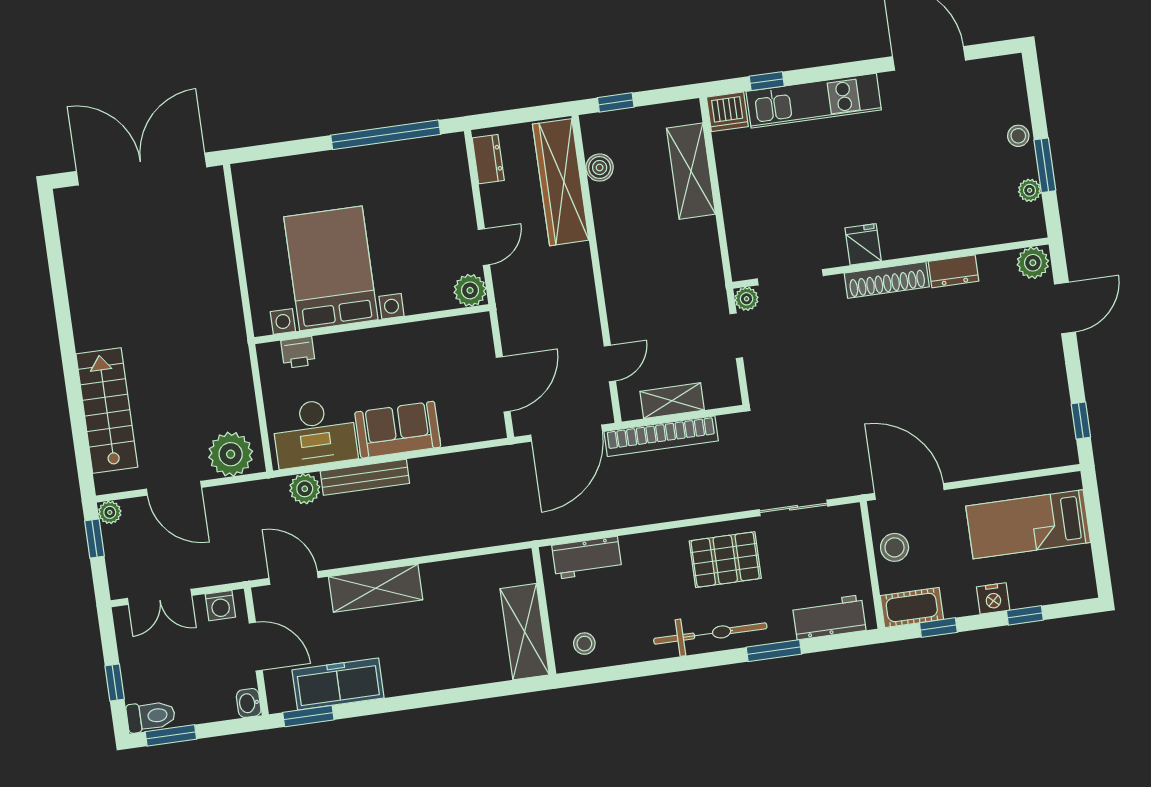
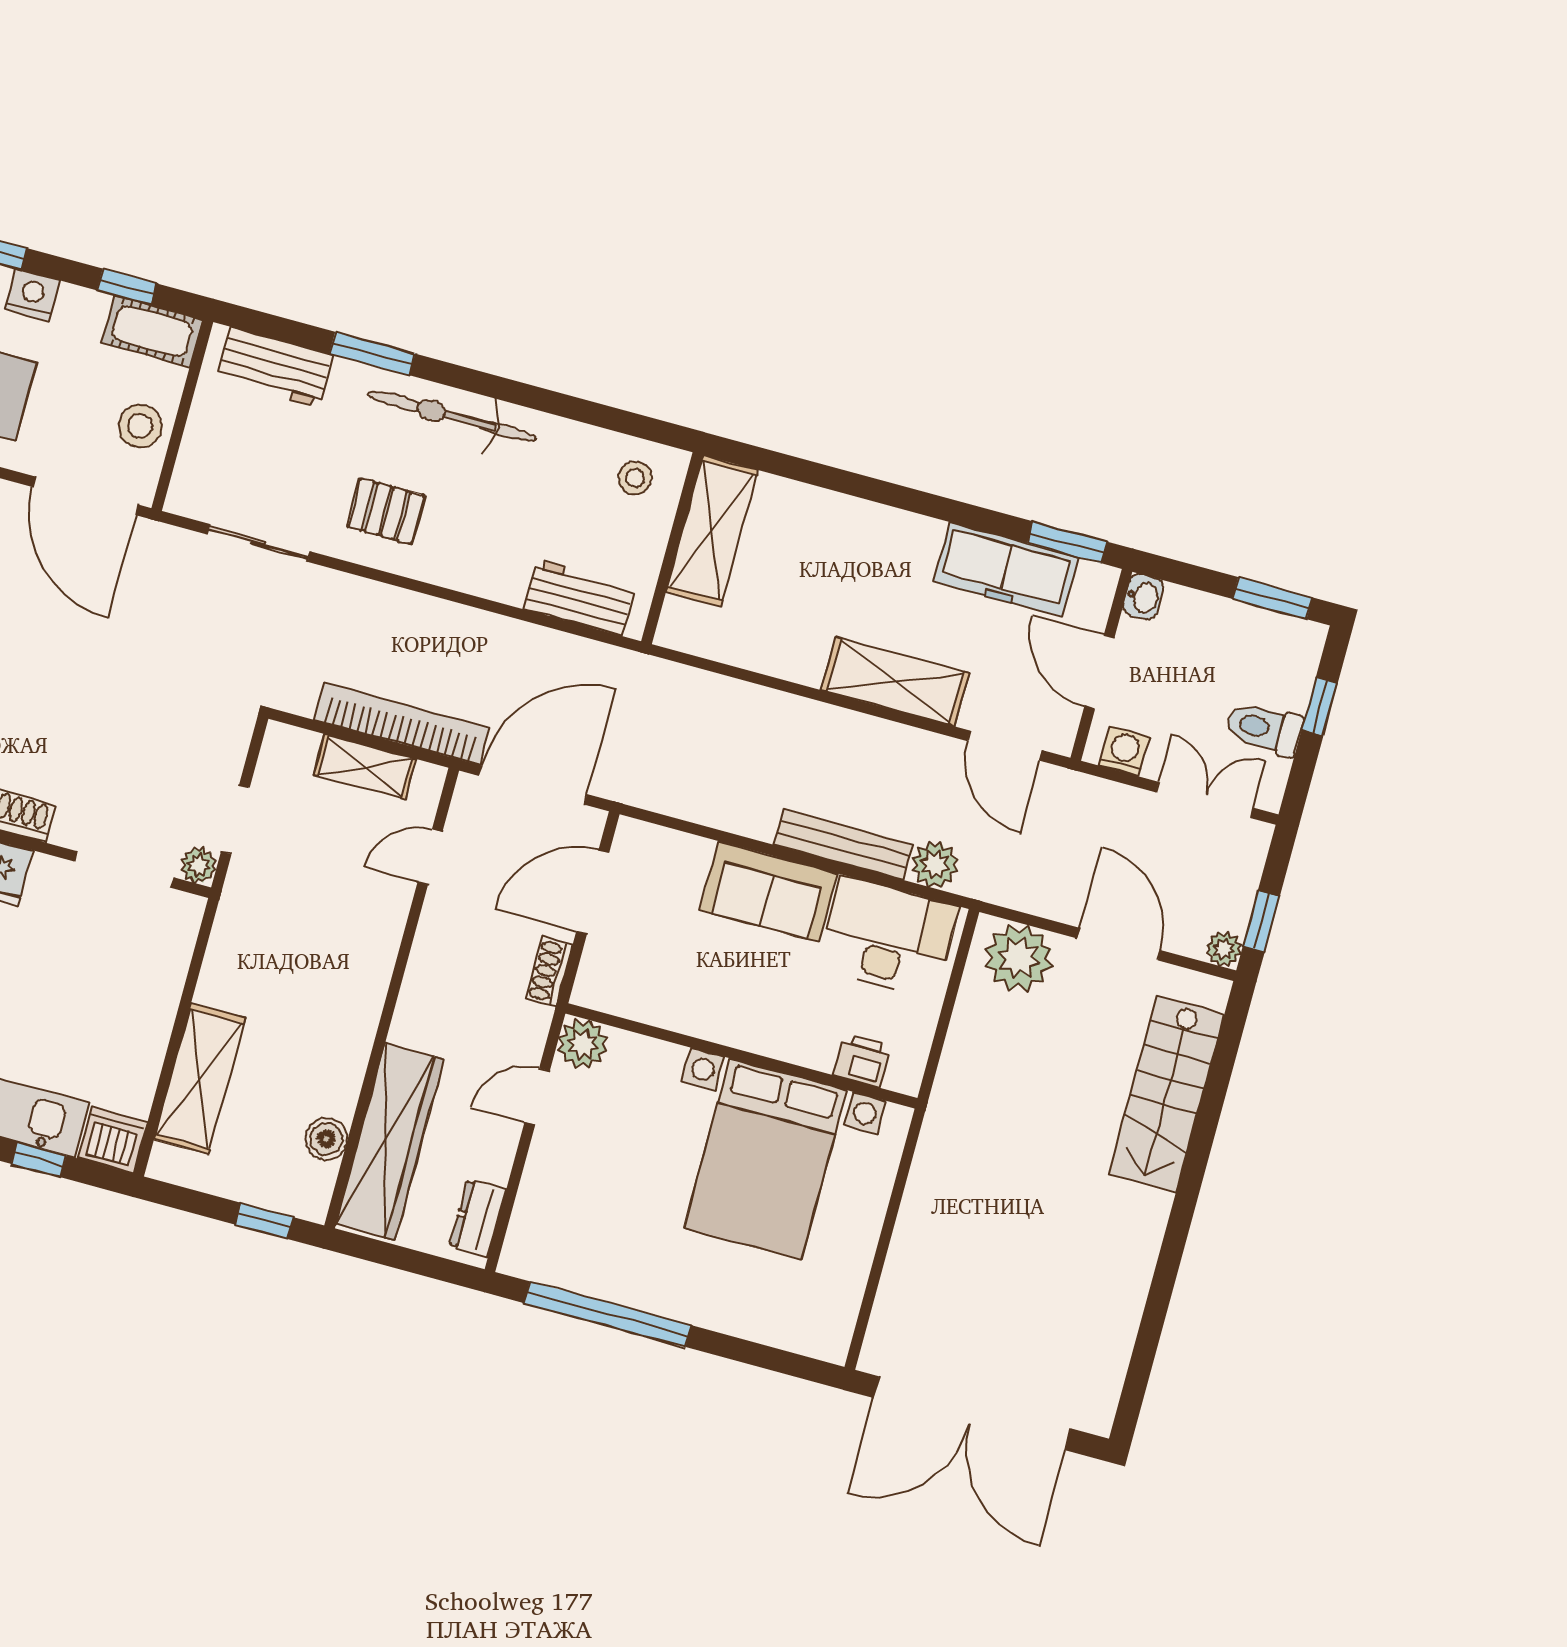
shoe rack: (509, 325) -> (549, 972), added
pallet: (725, 560) -> (386, 511), width x0.67, depth x0.71
toilet: (151, 716) -> (1264, 728), moved

